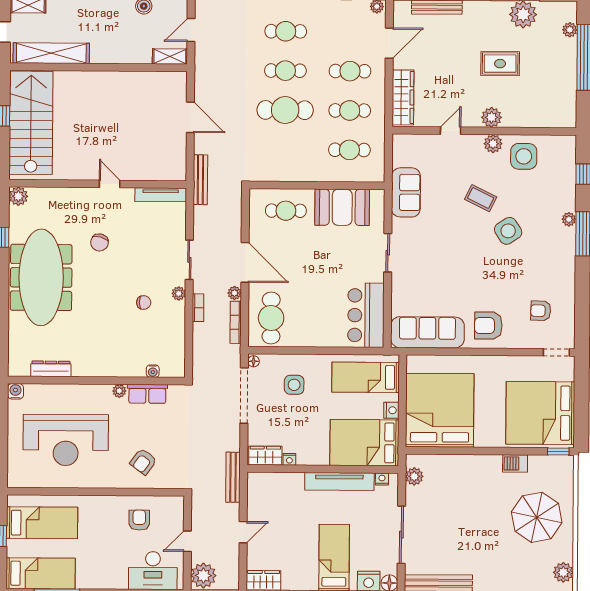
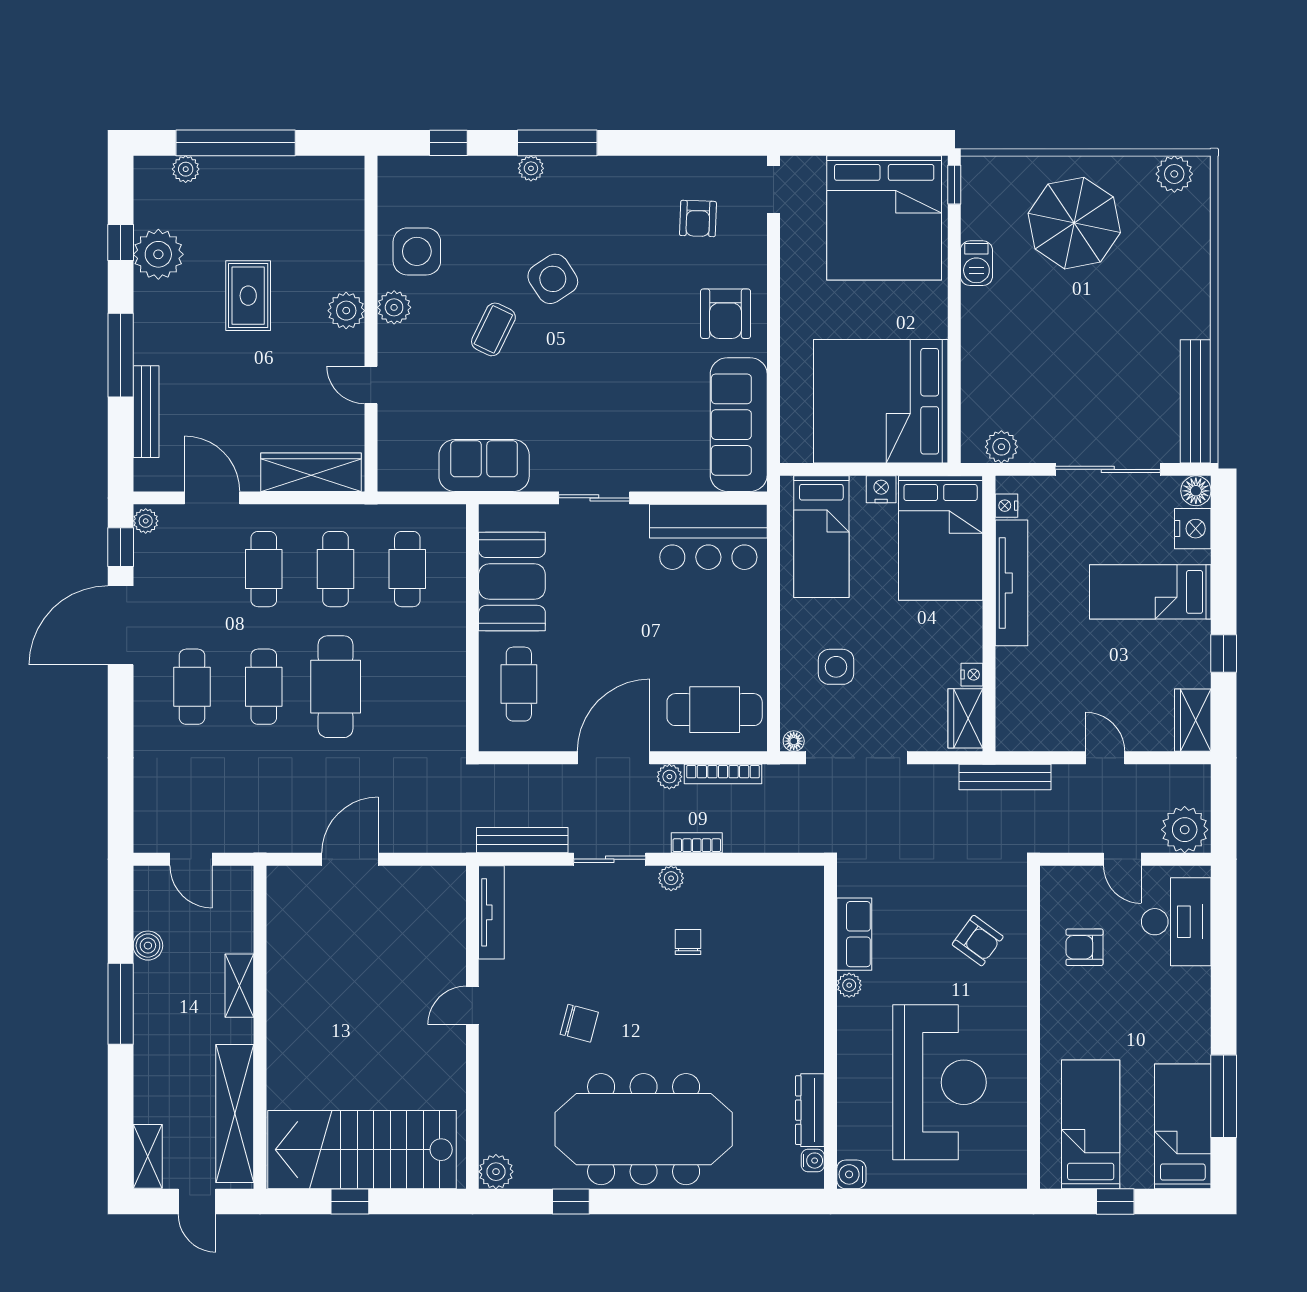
shelving: (170, 56) -> (239, 986), moved
bench: (200, 180) -> (522, 840), moved
water cooler: (153, 371) -> (813, 1161), moved

